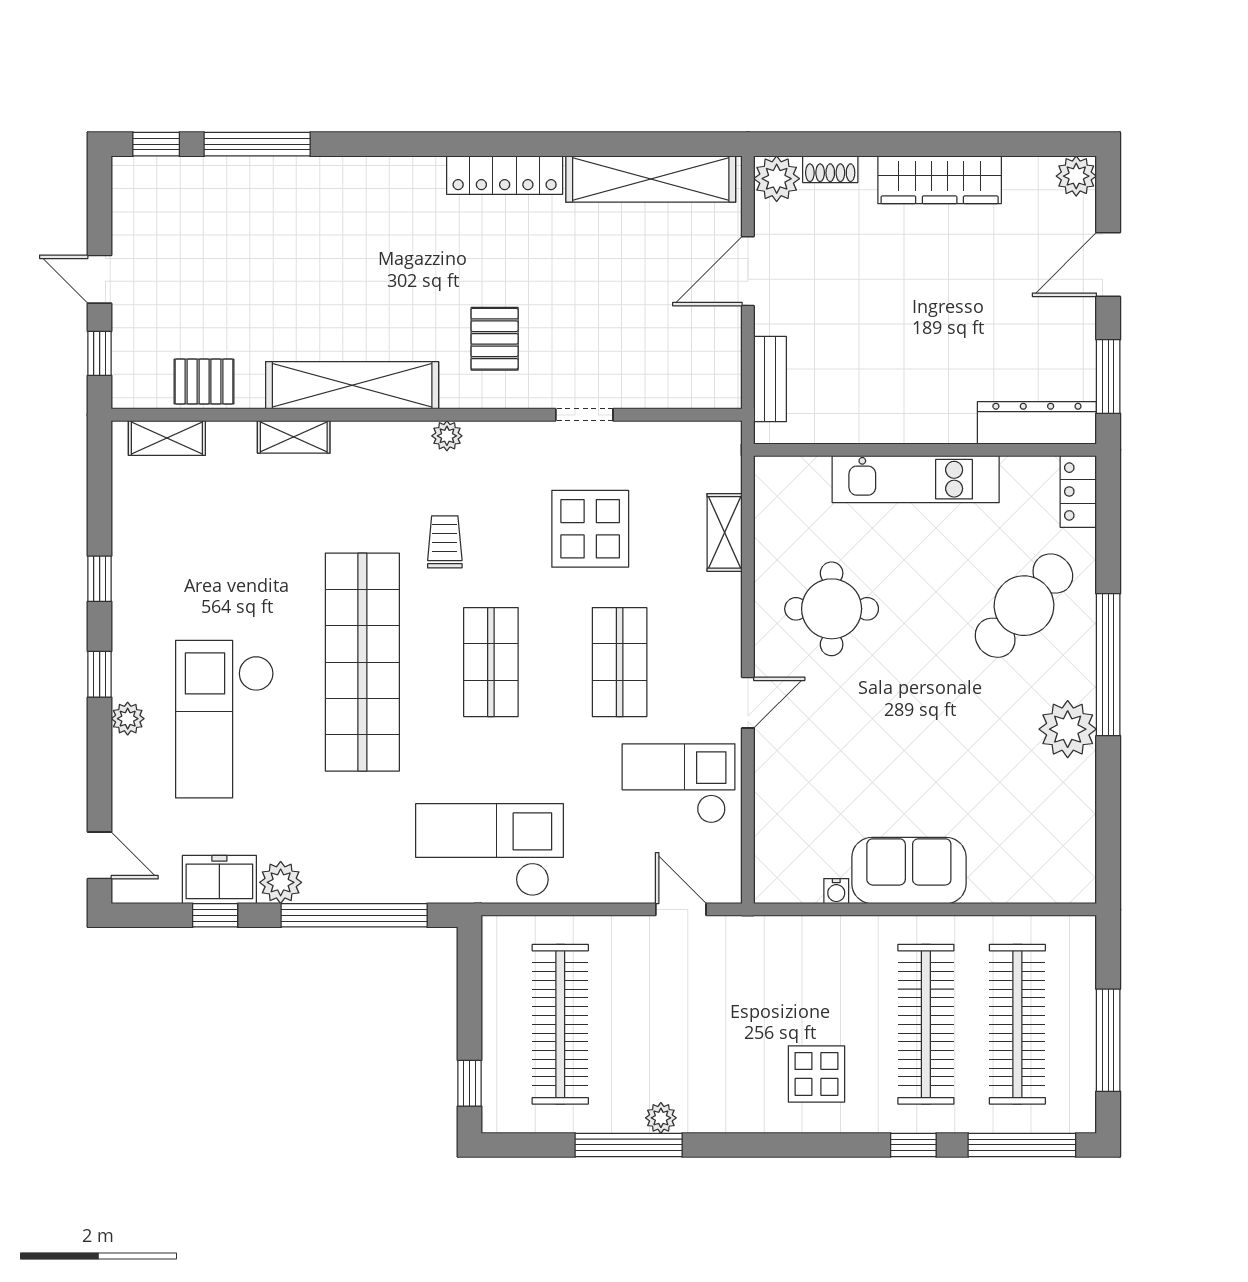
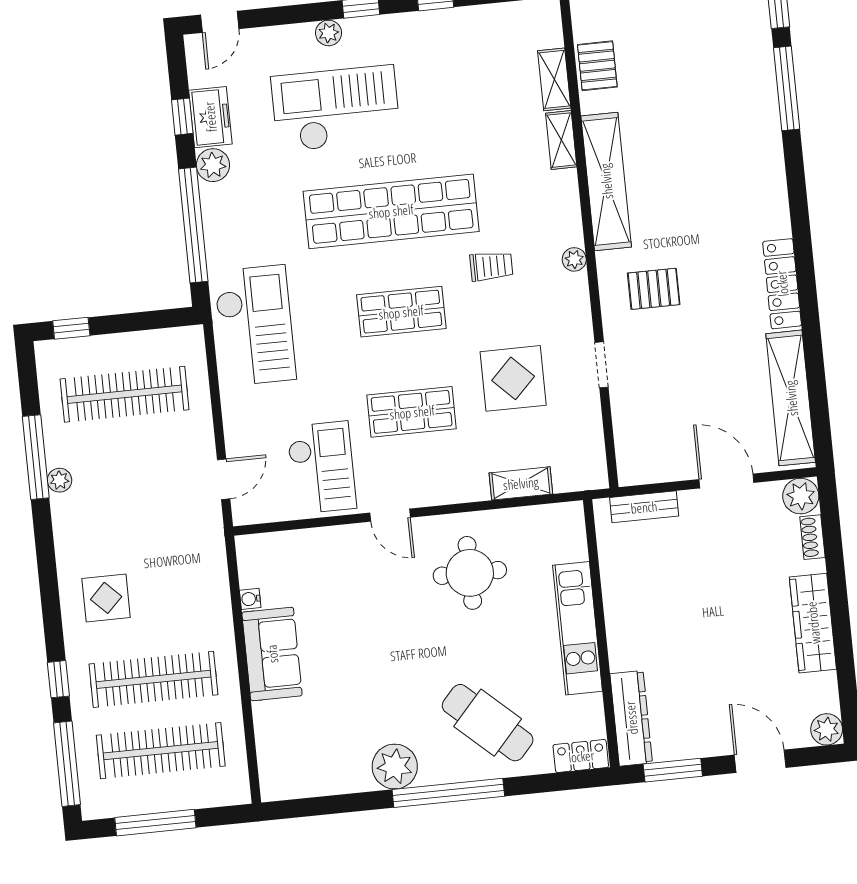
shelving: (167, 438) -> (554, 79), moved

